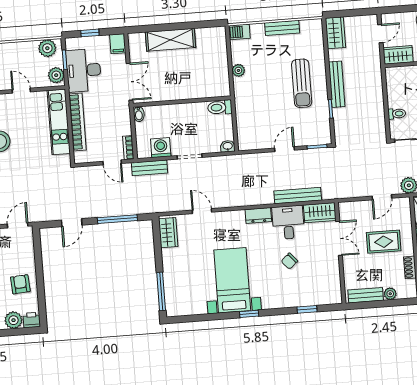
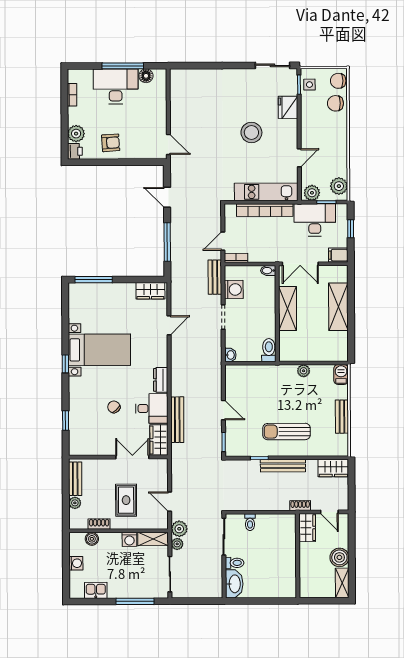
shoe rack: (376, 64) -> (300, 506), added
shelving: (176, 91) -> (288, 308), added
double door: (339, 238) -> (132, 457), swing flipped

